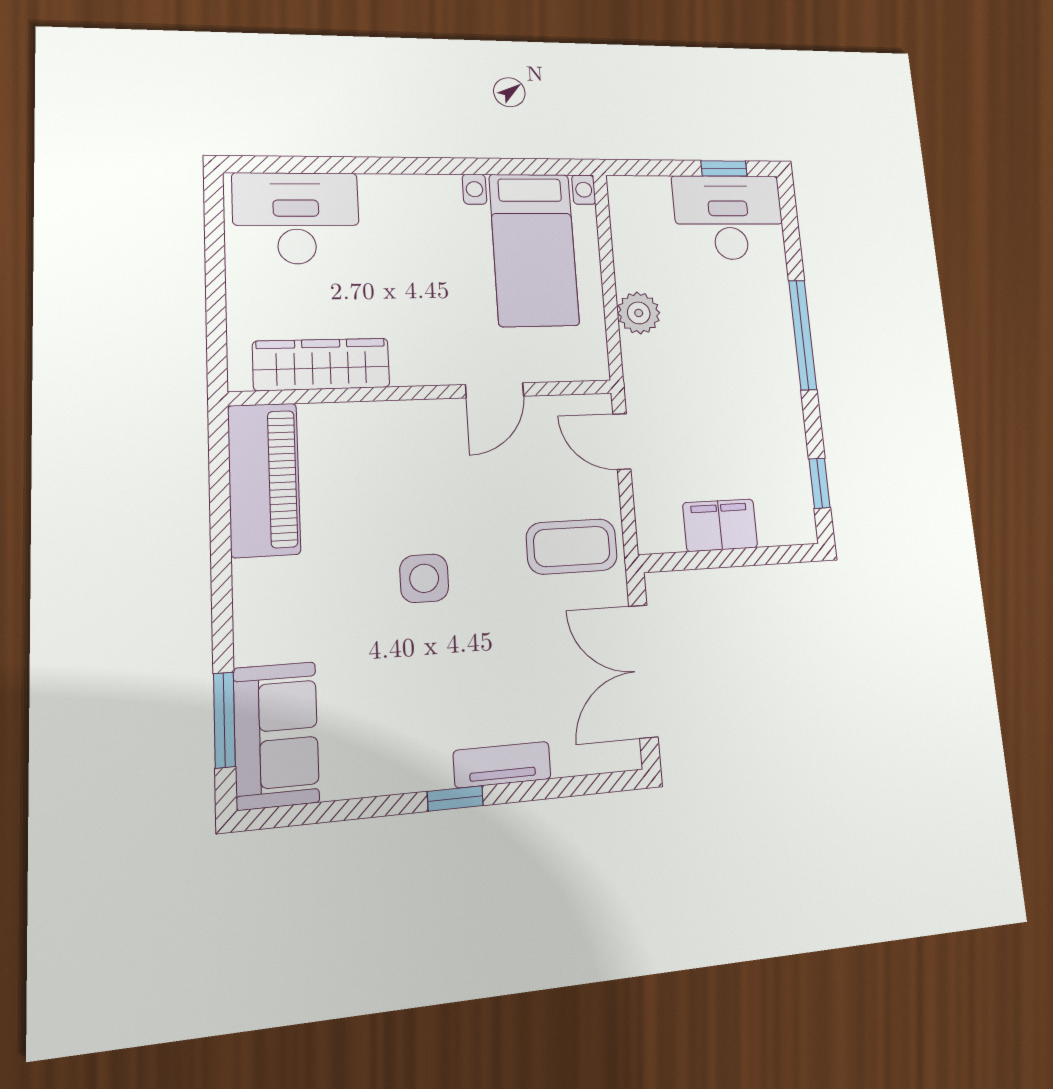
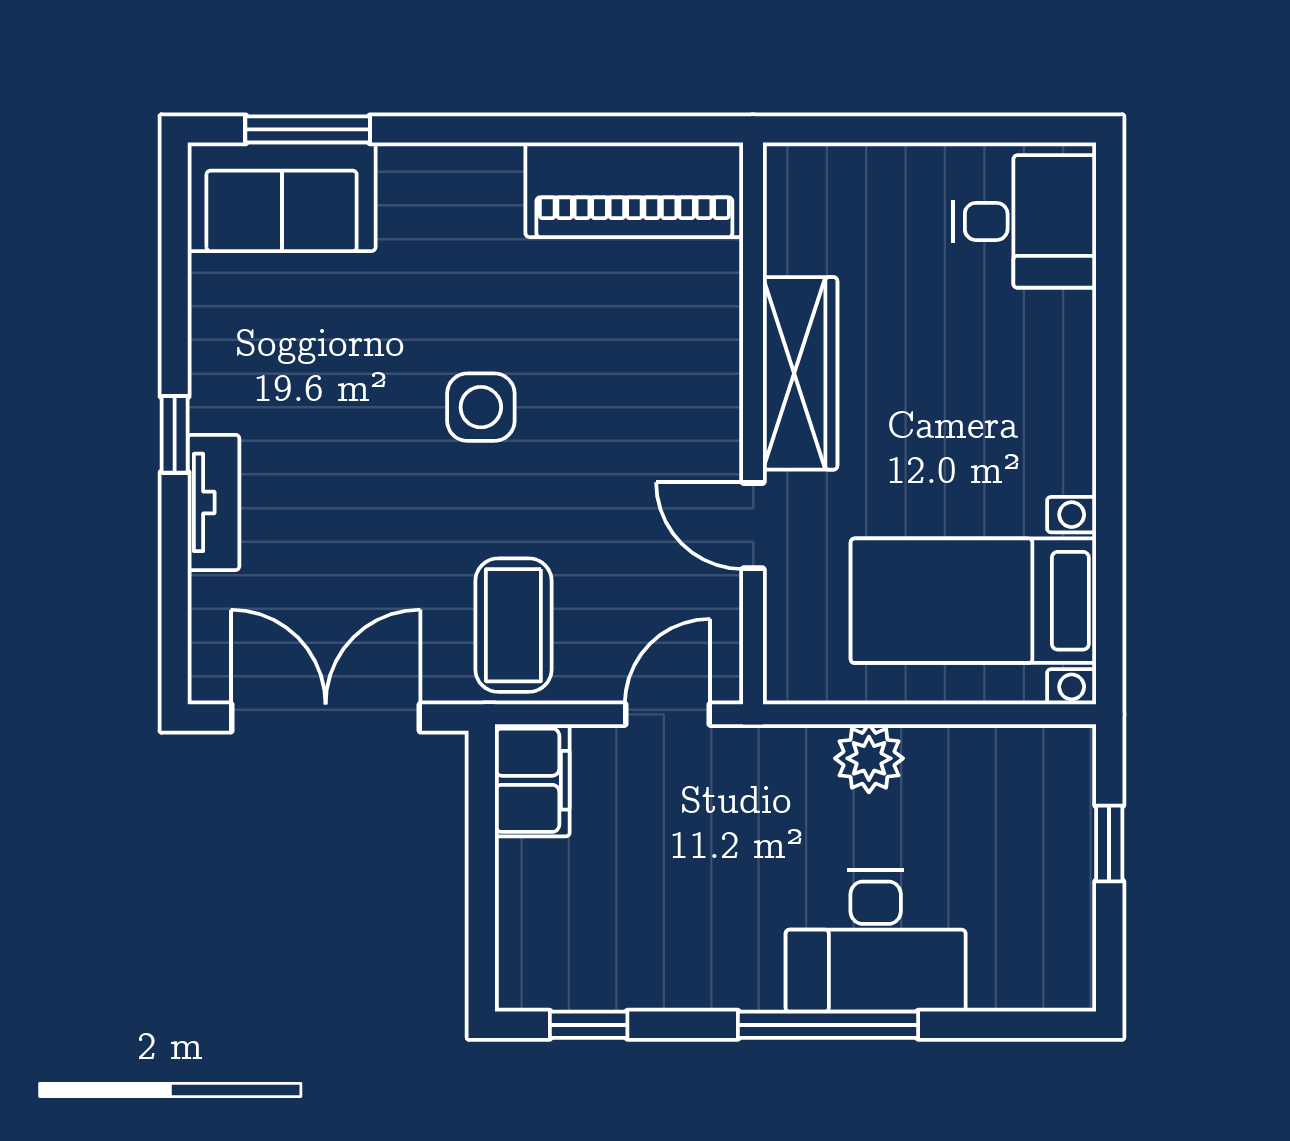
window: (724, 168) -> (1109, 843), moved
desk: (729, 217) -> (876, 941), moved, turned 90
desk: (296, 218) -> (1025, 221), width x0.73
wardrobe: (321, 364) -> (800, 373), moved
filing cabinet: (720, 525) -> (532, 780), moved

